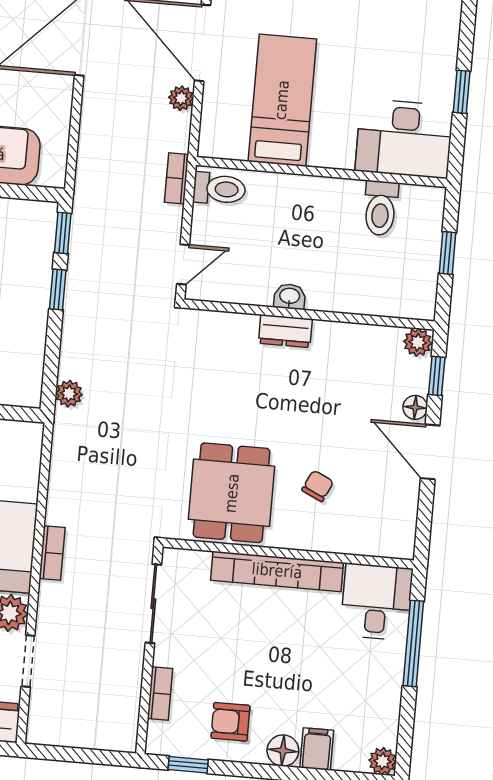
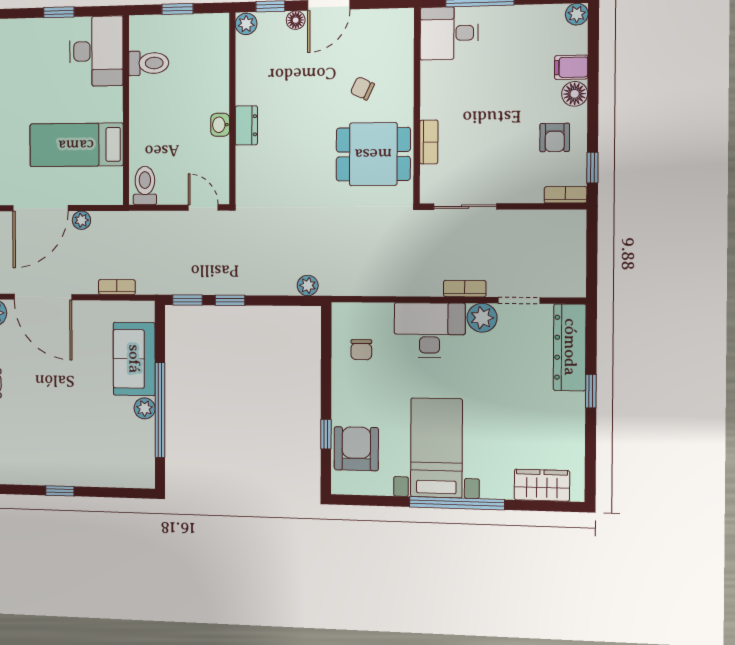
bookcase: (177, 178) -> (117, 287), moved, turned 180
bookcase: (52, 553) -> (465, 289), moved
bookcase: (277, 571) -> (429, 142), width x0.43, depth x0.76
bookcase: (160, 694) -> (566, 195), moved

